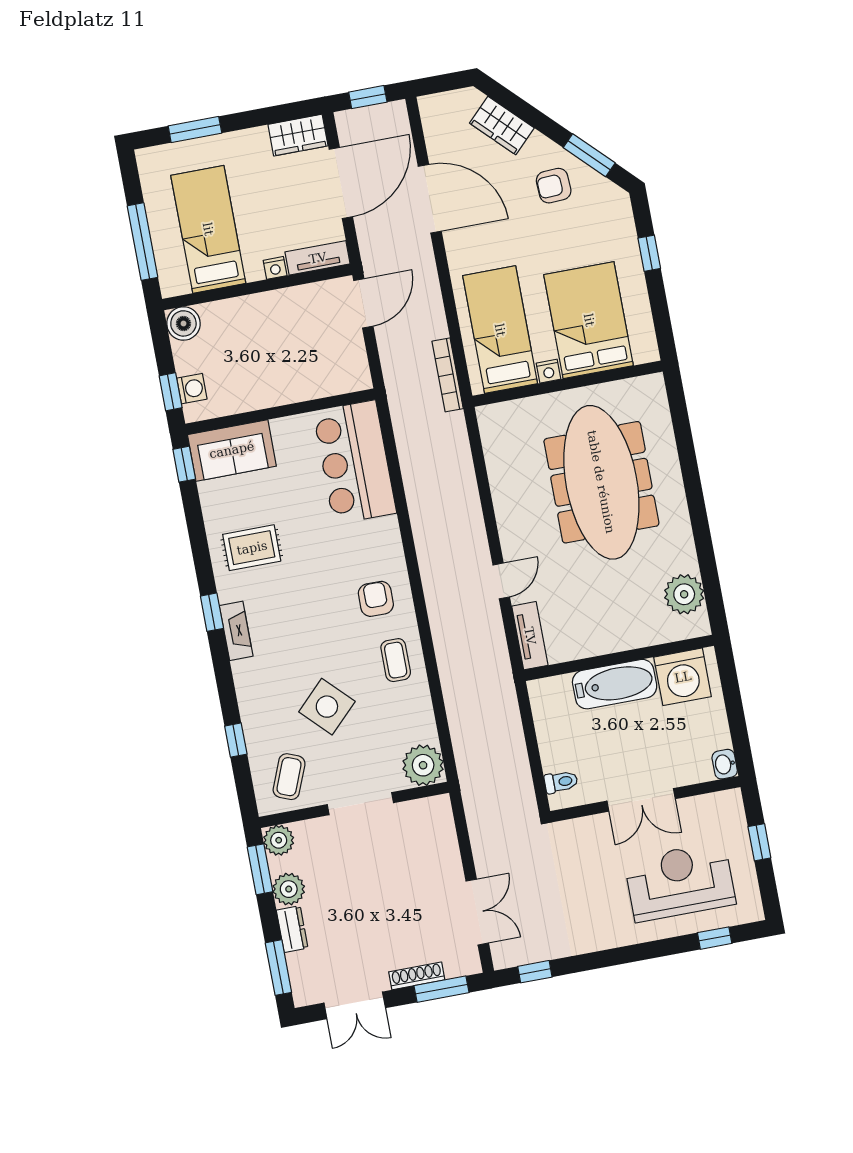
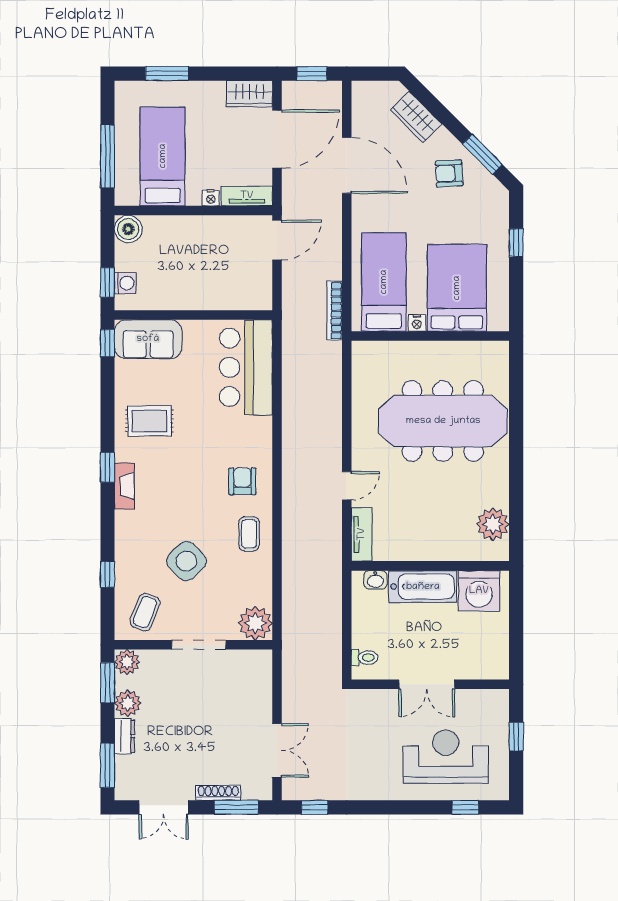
meeting table: (601, 482) -> (443, 421), turned 90
washbasin: (725, 764) -> (375, 580), moved, turned -90

